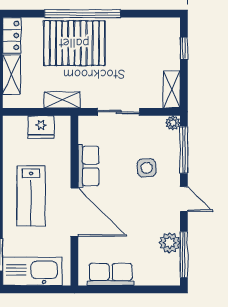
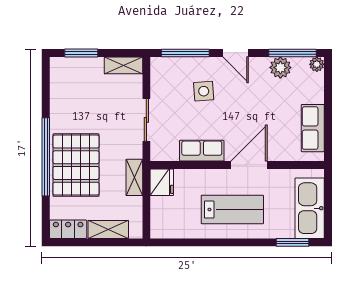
window: (184, 48) -> (81, 53), width x1.50
plant: (173, 123) -> (317, 64), moved
fridge: (41, 127) -> (162, 182), moved
door: (184, 199) -> (236, 53), swing flipped
door: (74, 212) -> (249, 165), width x0.73

